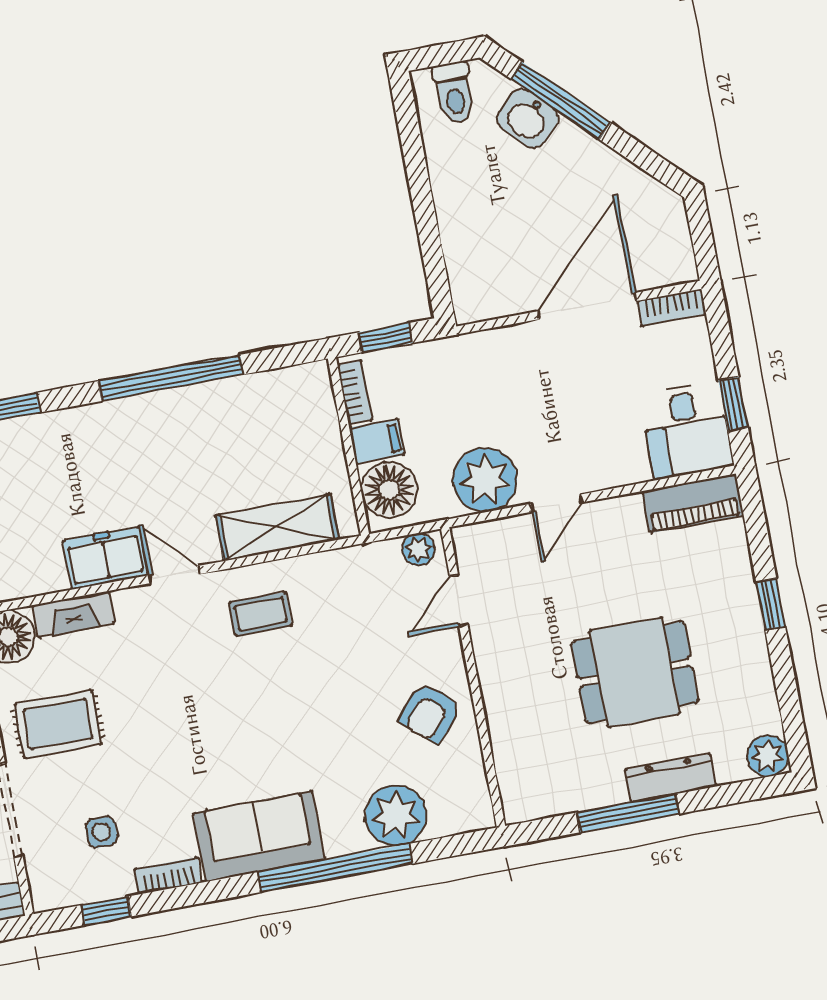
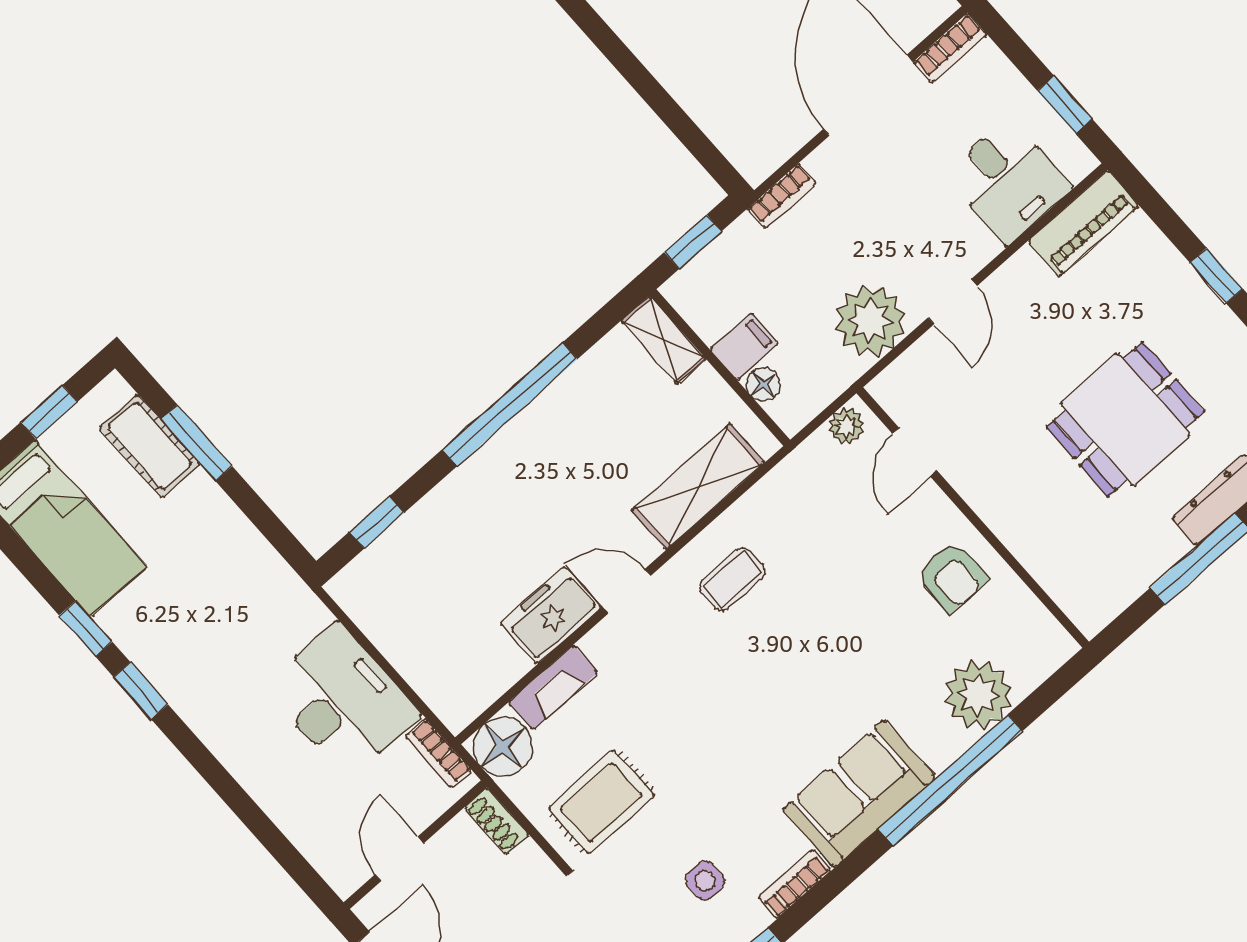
bookcase: (355, 392) -> (782, 196), moved, turned 90
shelving: (318, 399) -> (663, 340), added
desk: (687, 430) -> (1008, 181), moved
floor lamp: (389, 490) -> (763, 385), width x0.53, depth x0.53
armchair: (430, 713) -> (952, 577), turned -41

